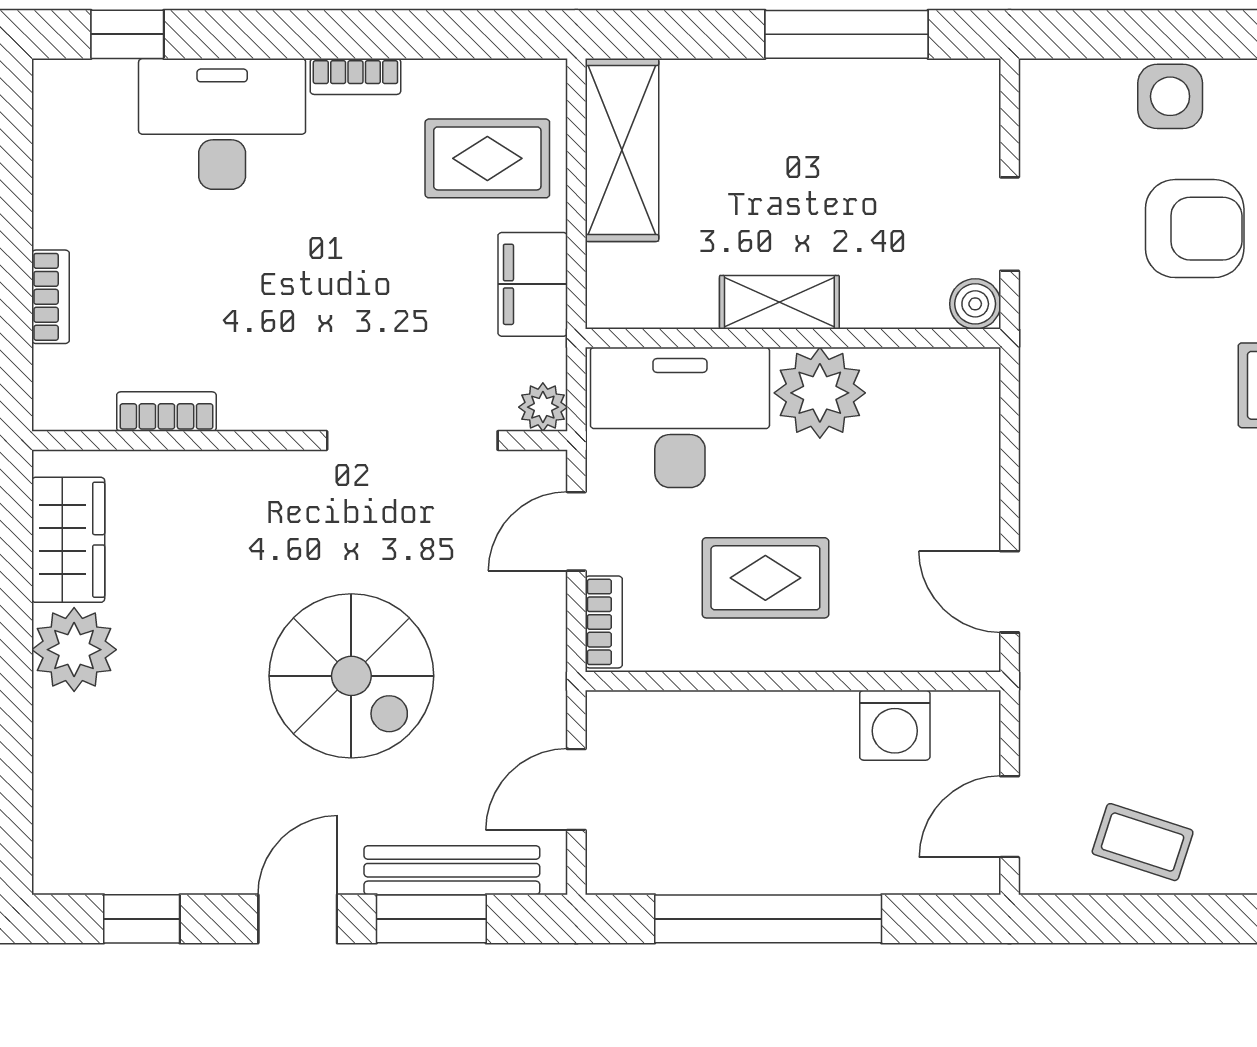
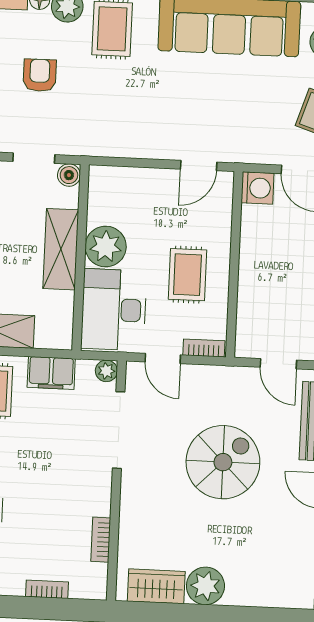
armchair: (1195, 229) -> (40, 75), width x0.72, depth x0.72
shelving: (779, 302) -> (61, 249), width x1.50, depth x1.33
washing machine: (895, 725) -> (258, 188), moved

